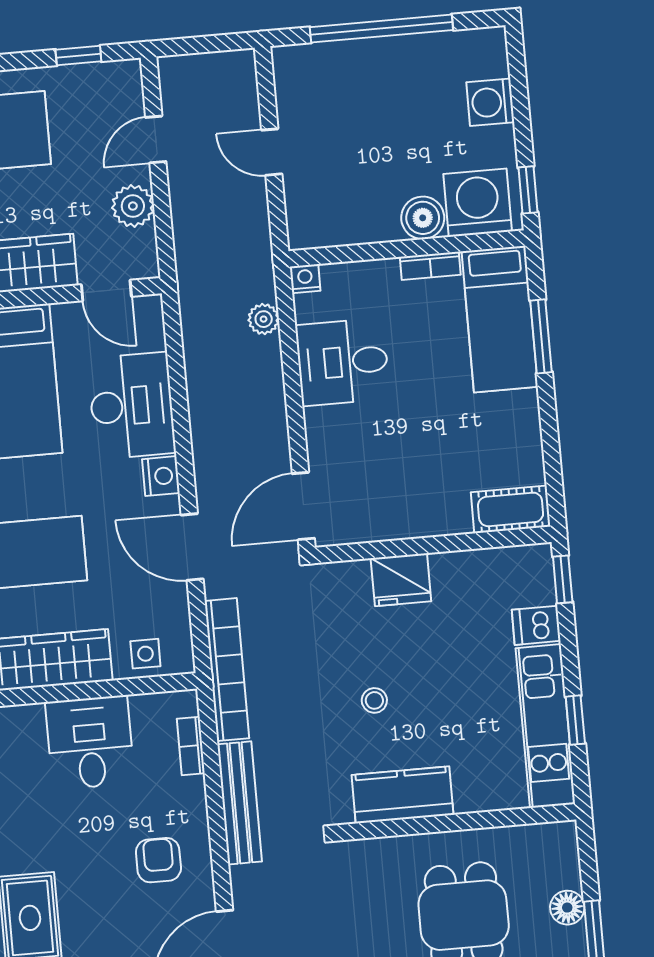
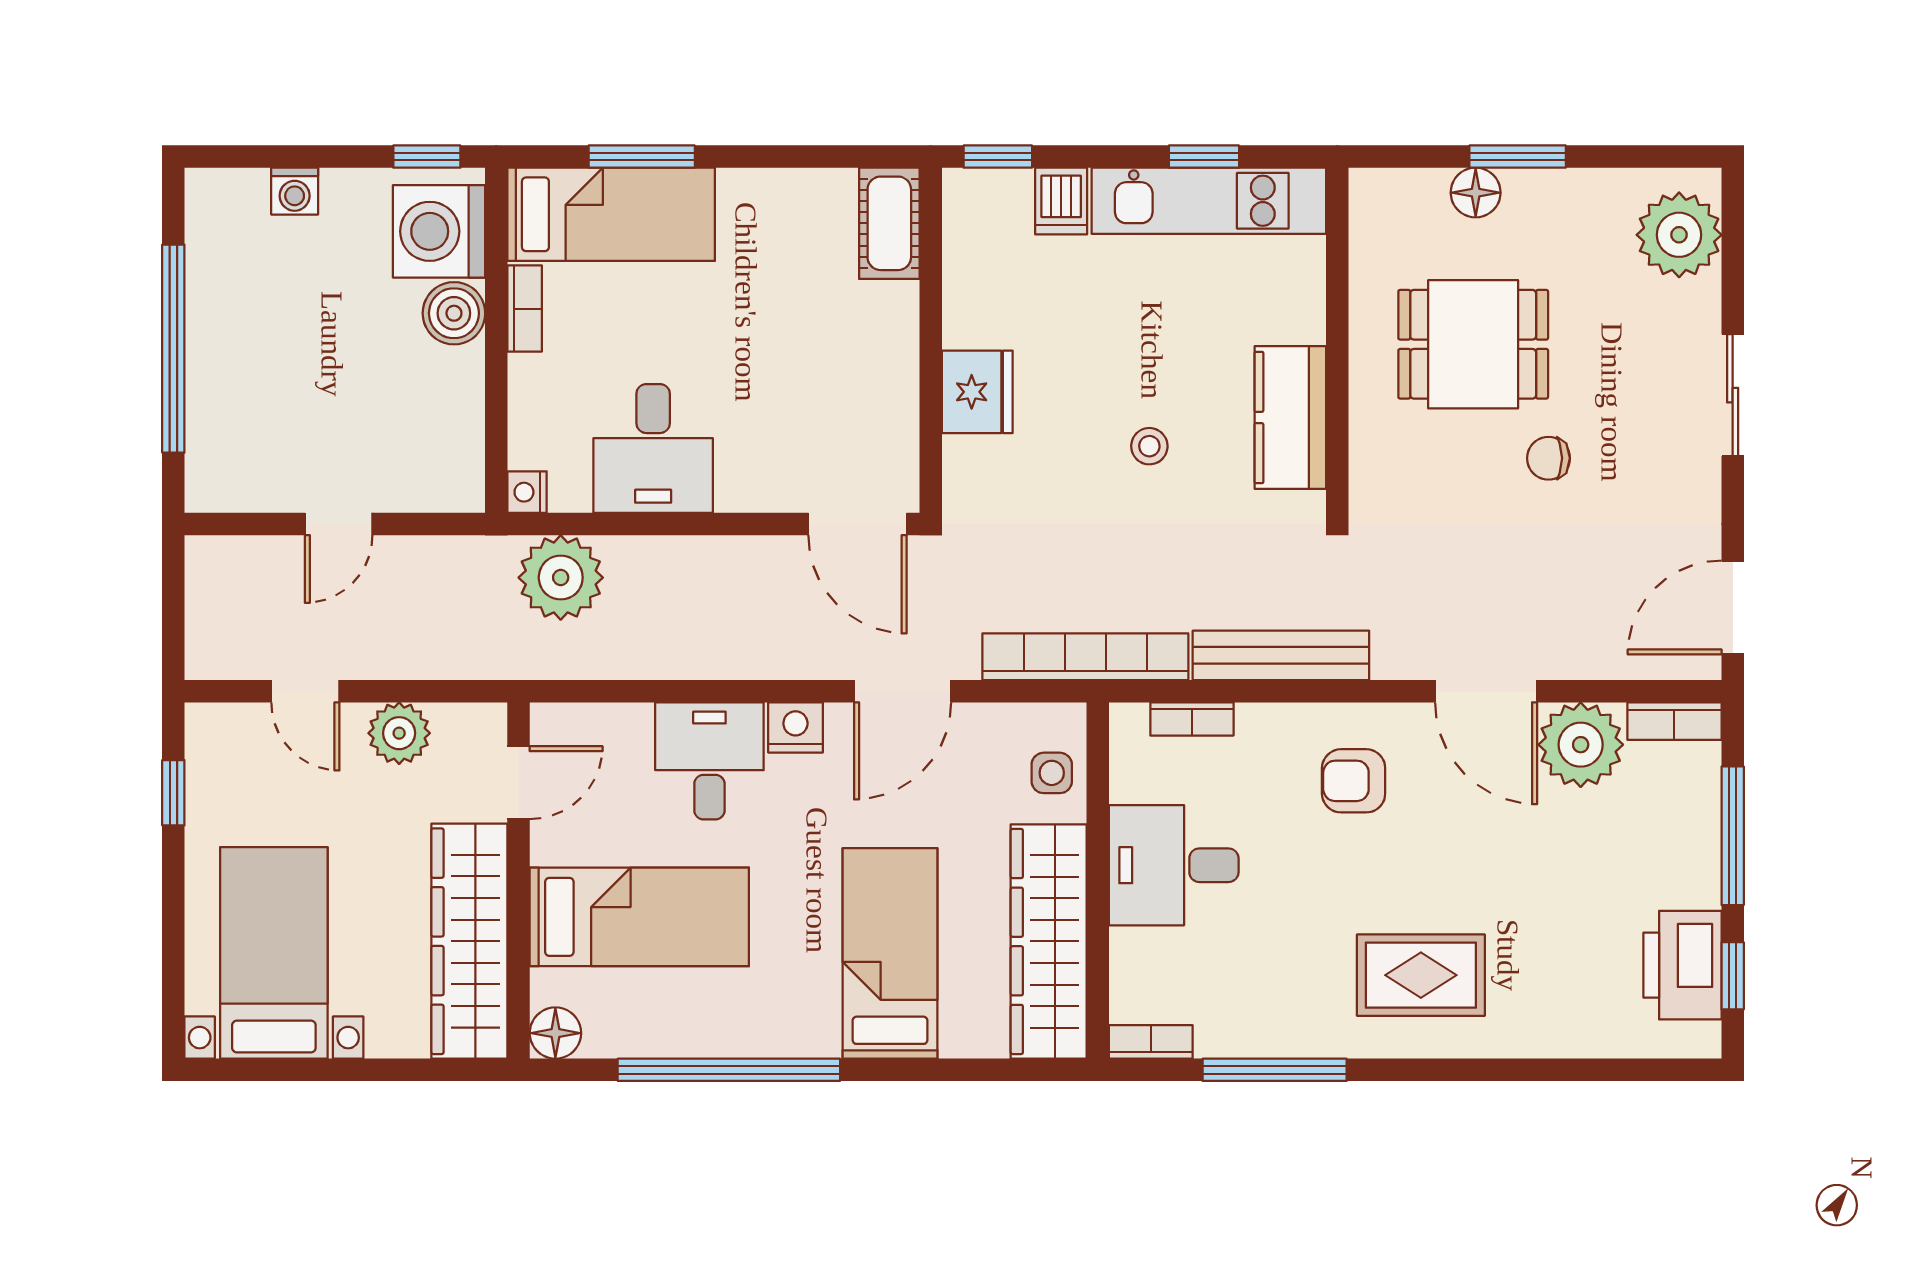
washing machine: (490, 102) -> (295, 191), width x0.73, depth x0.73
plant: (264, 319) -> (561, 578), width x1.88, depth x1.88
desk: (132, 406) -> (709, 761), width x0.73

